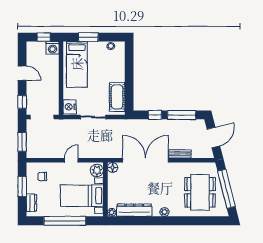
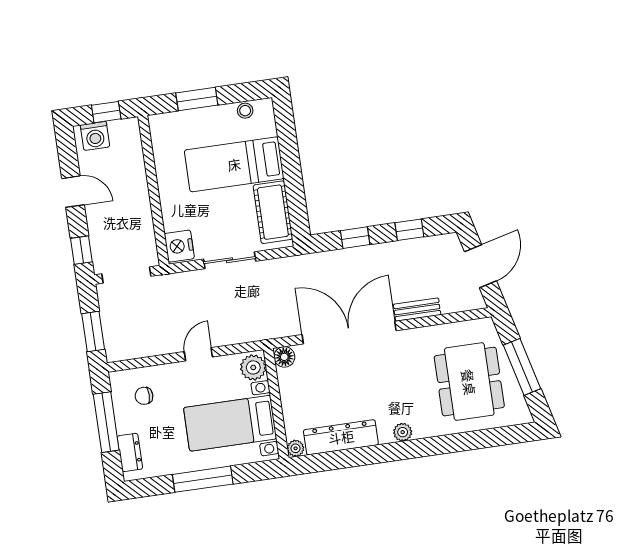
washing machine: (53, 48) -> (95, 136), moved
bed: (77, 64) -> (234, 164), moved, turned 90
window: (182, 115) -> (409, 230), width x0.46
window: (22, 187) -> (106, 422), width x1.44
window: (226, 189) -> (522, 367), width x0.68
window: (65, 221) -> (203, 479), width x0.68

